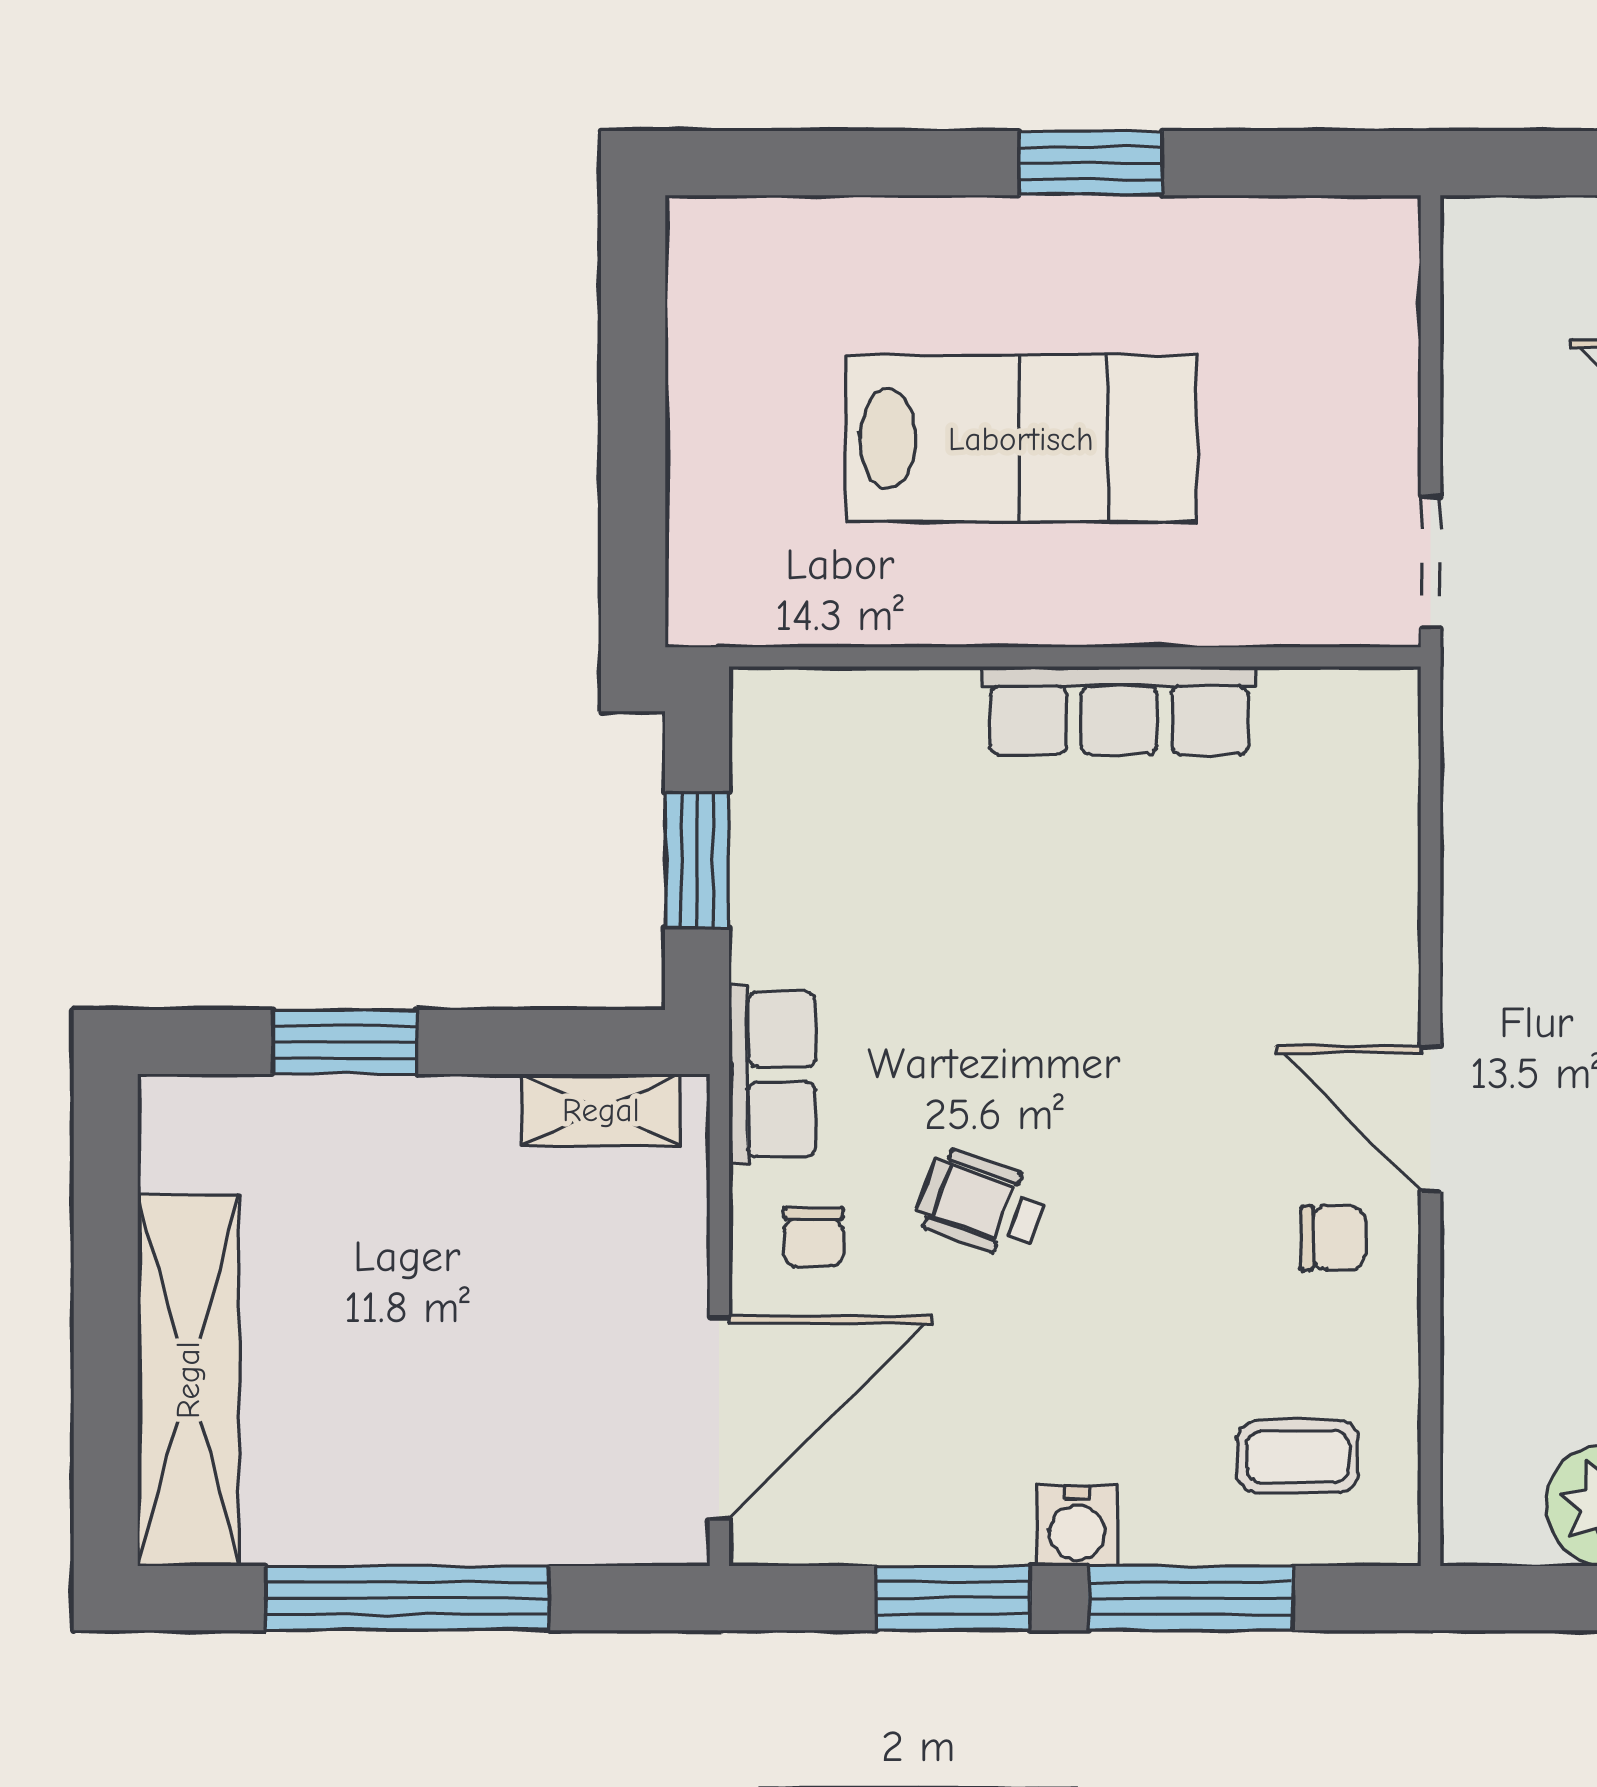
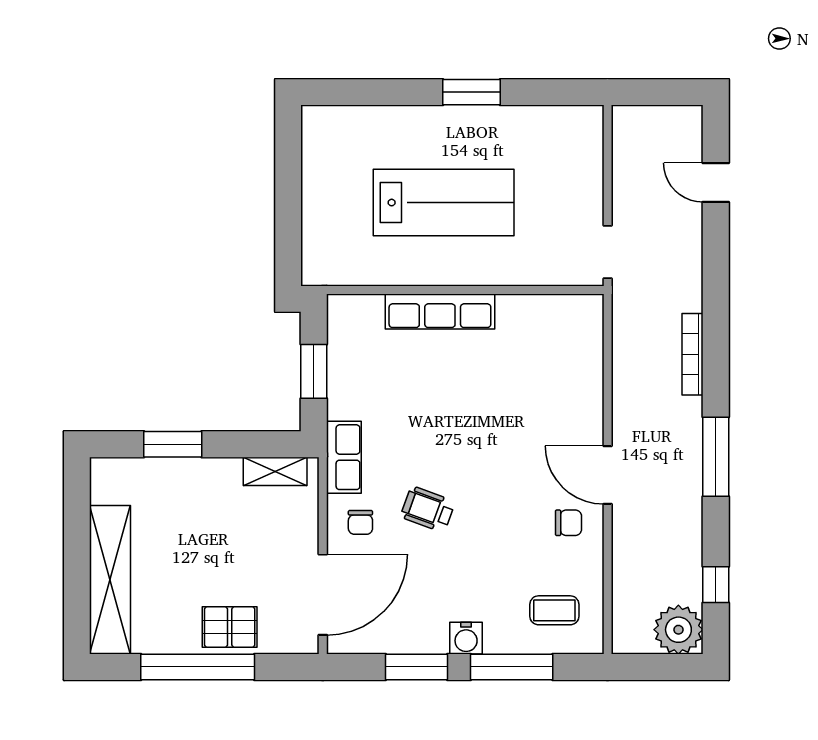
row of seats: (1119, 711) -> (440, 311), moved
pallet: (487, 1498) -> (230, 627), added

